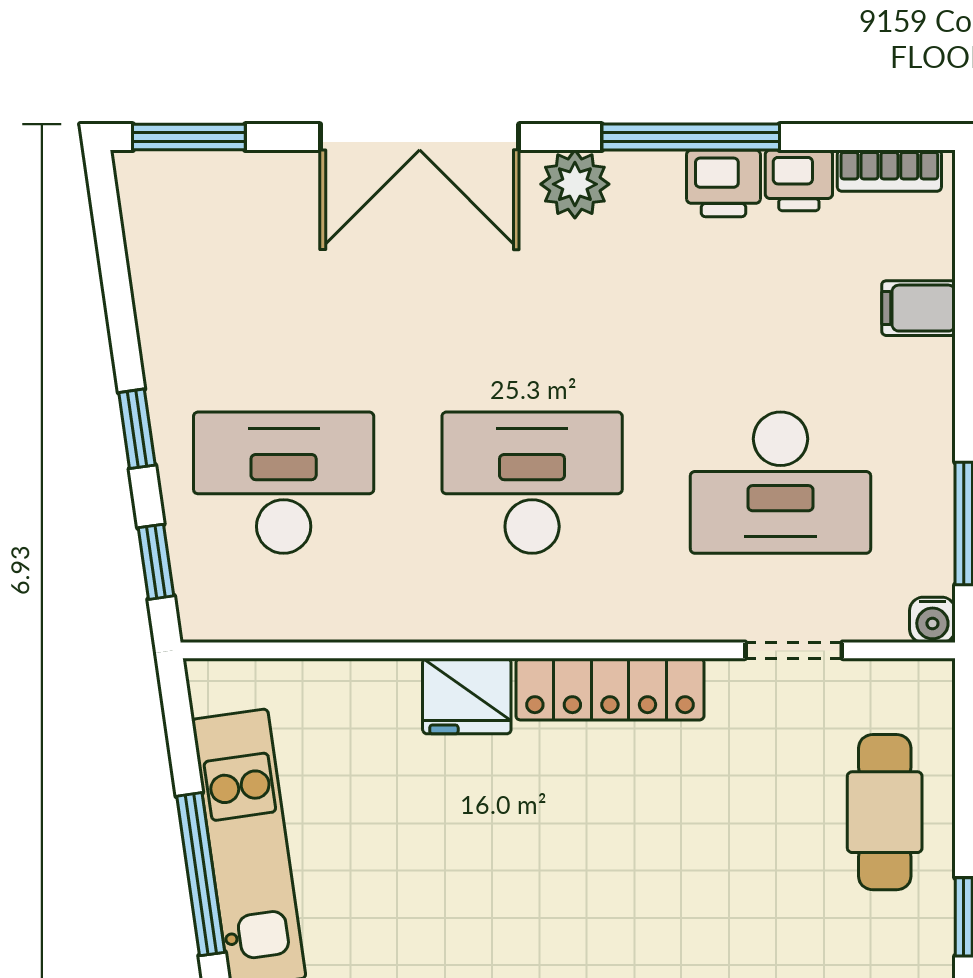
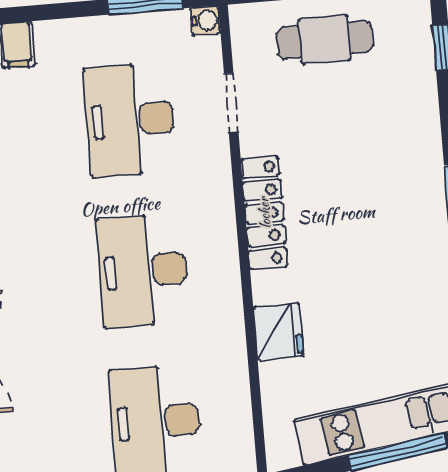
desk: (780, 483) -> (130, 120), turned 180
fridge: (467, 696) -> (278, 331), moved

